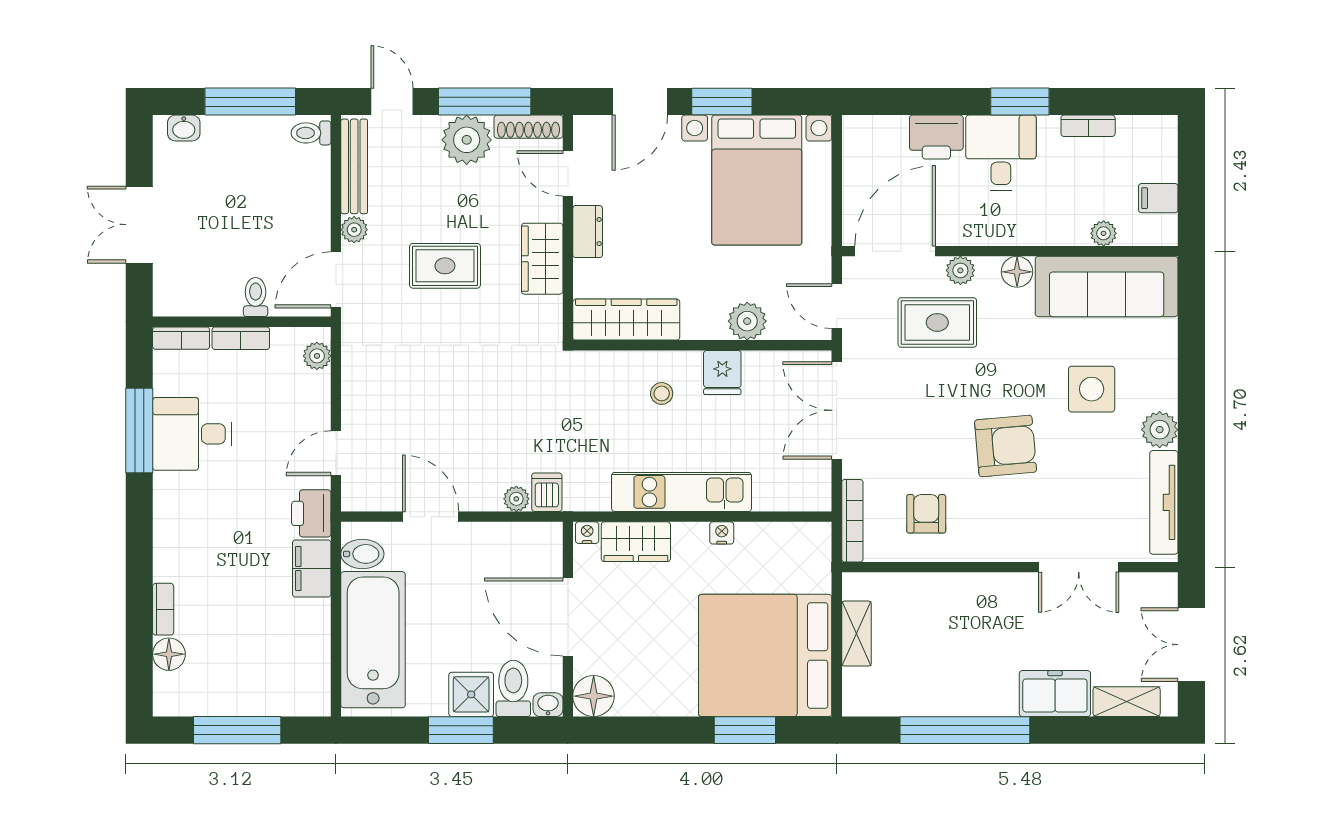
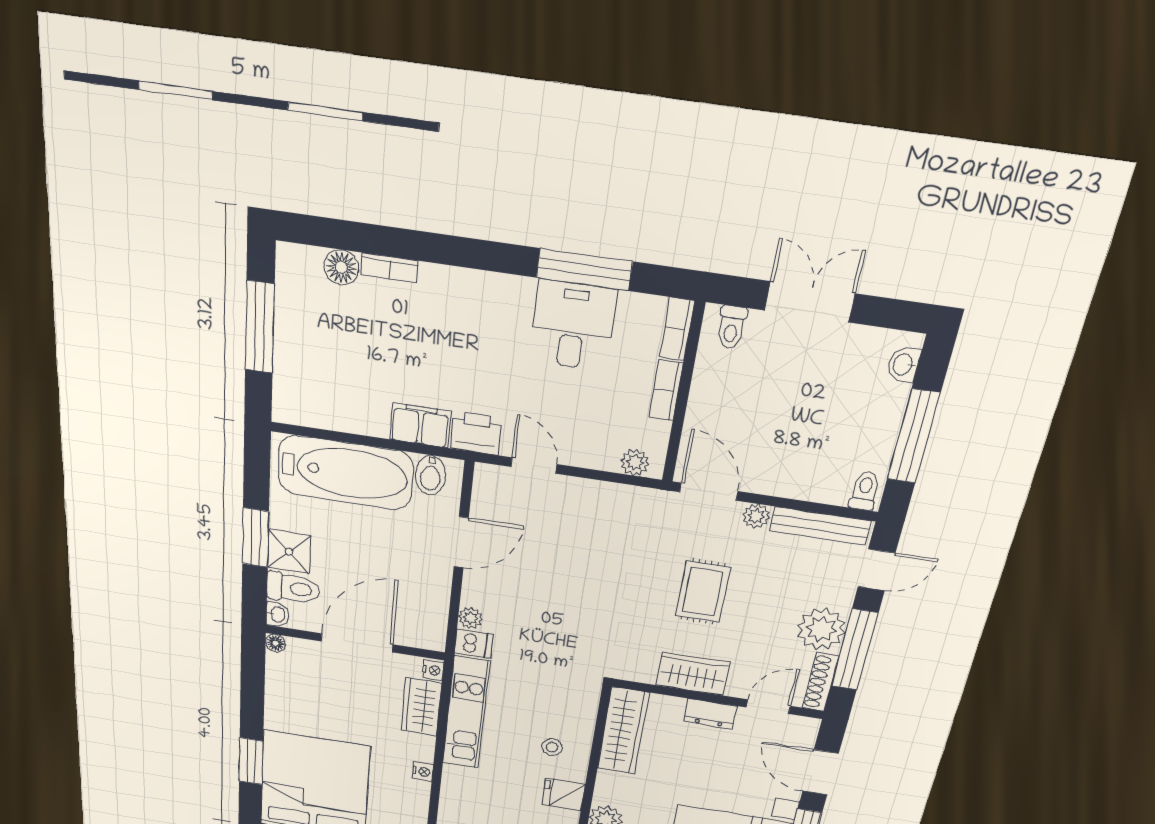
toilet: (256, 297) -> (731, 327), moved, turned 90
kitchen unit: (682, 492) -> (466, 713), moved
floor lamp: (594, 696) -> (276, 643), width x0.53, depth x0.53

